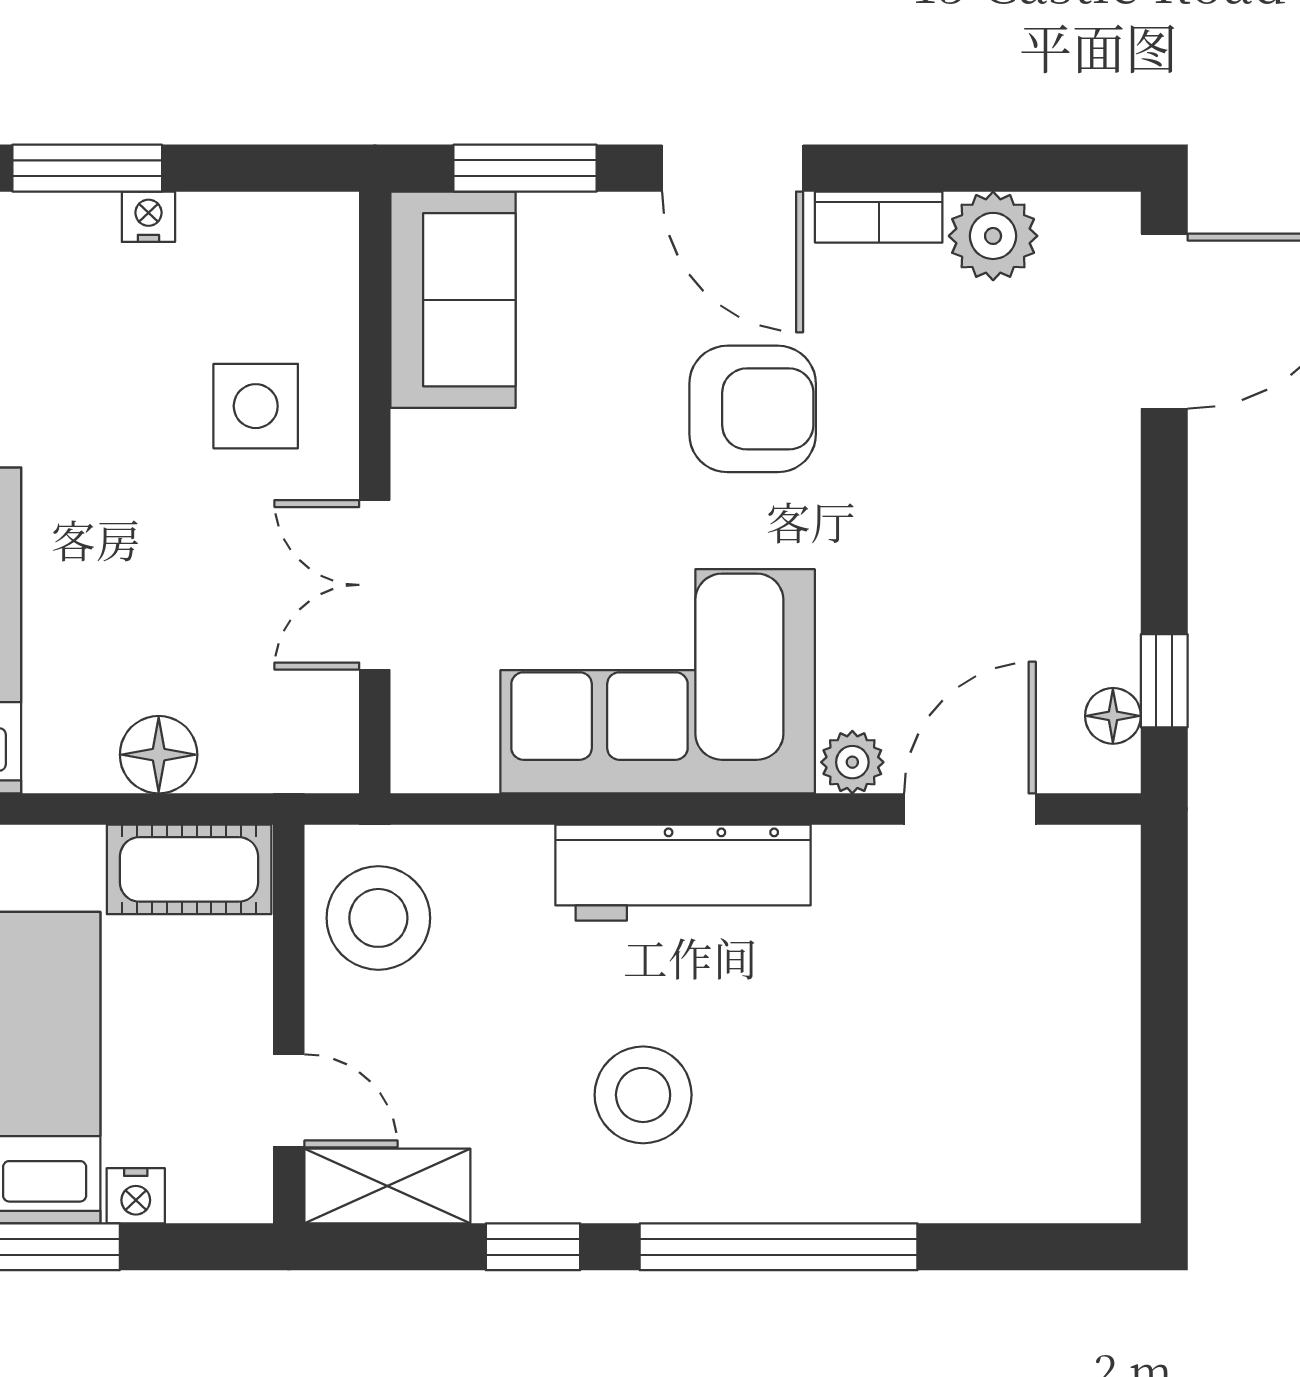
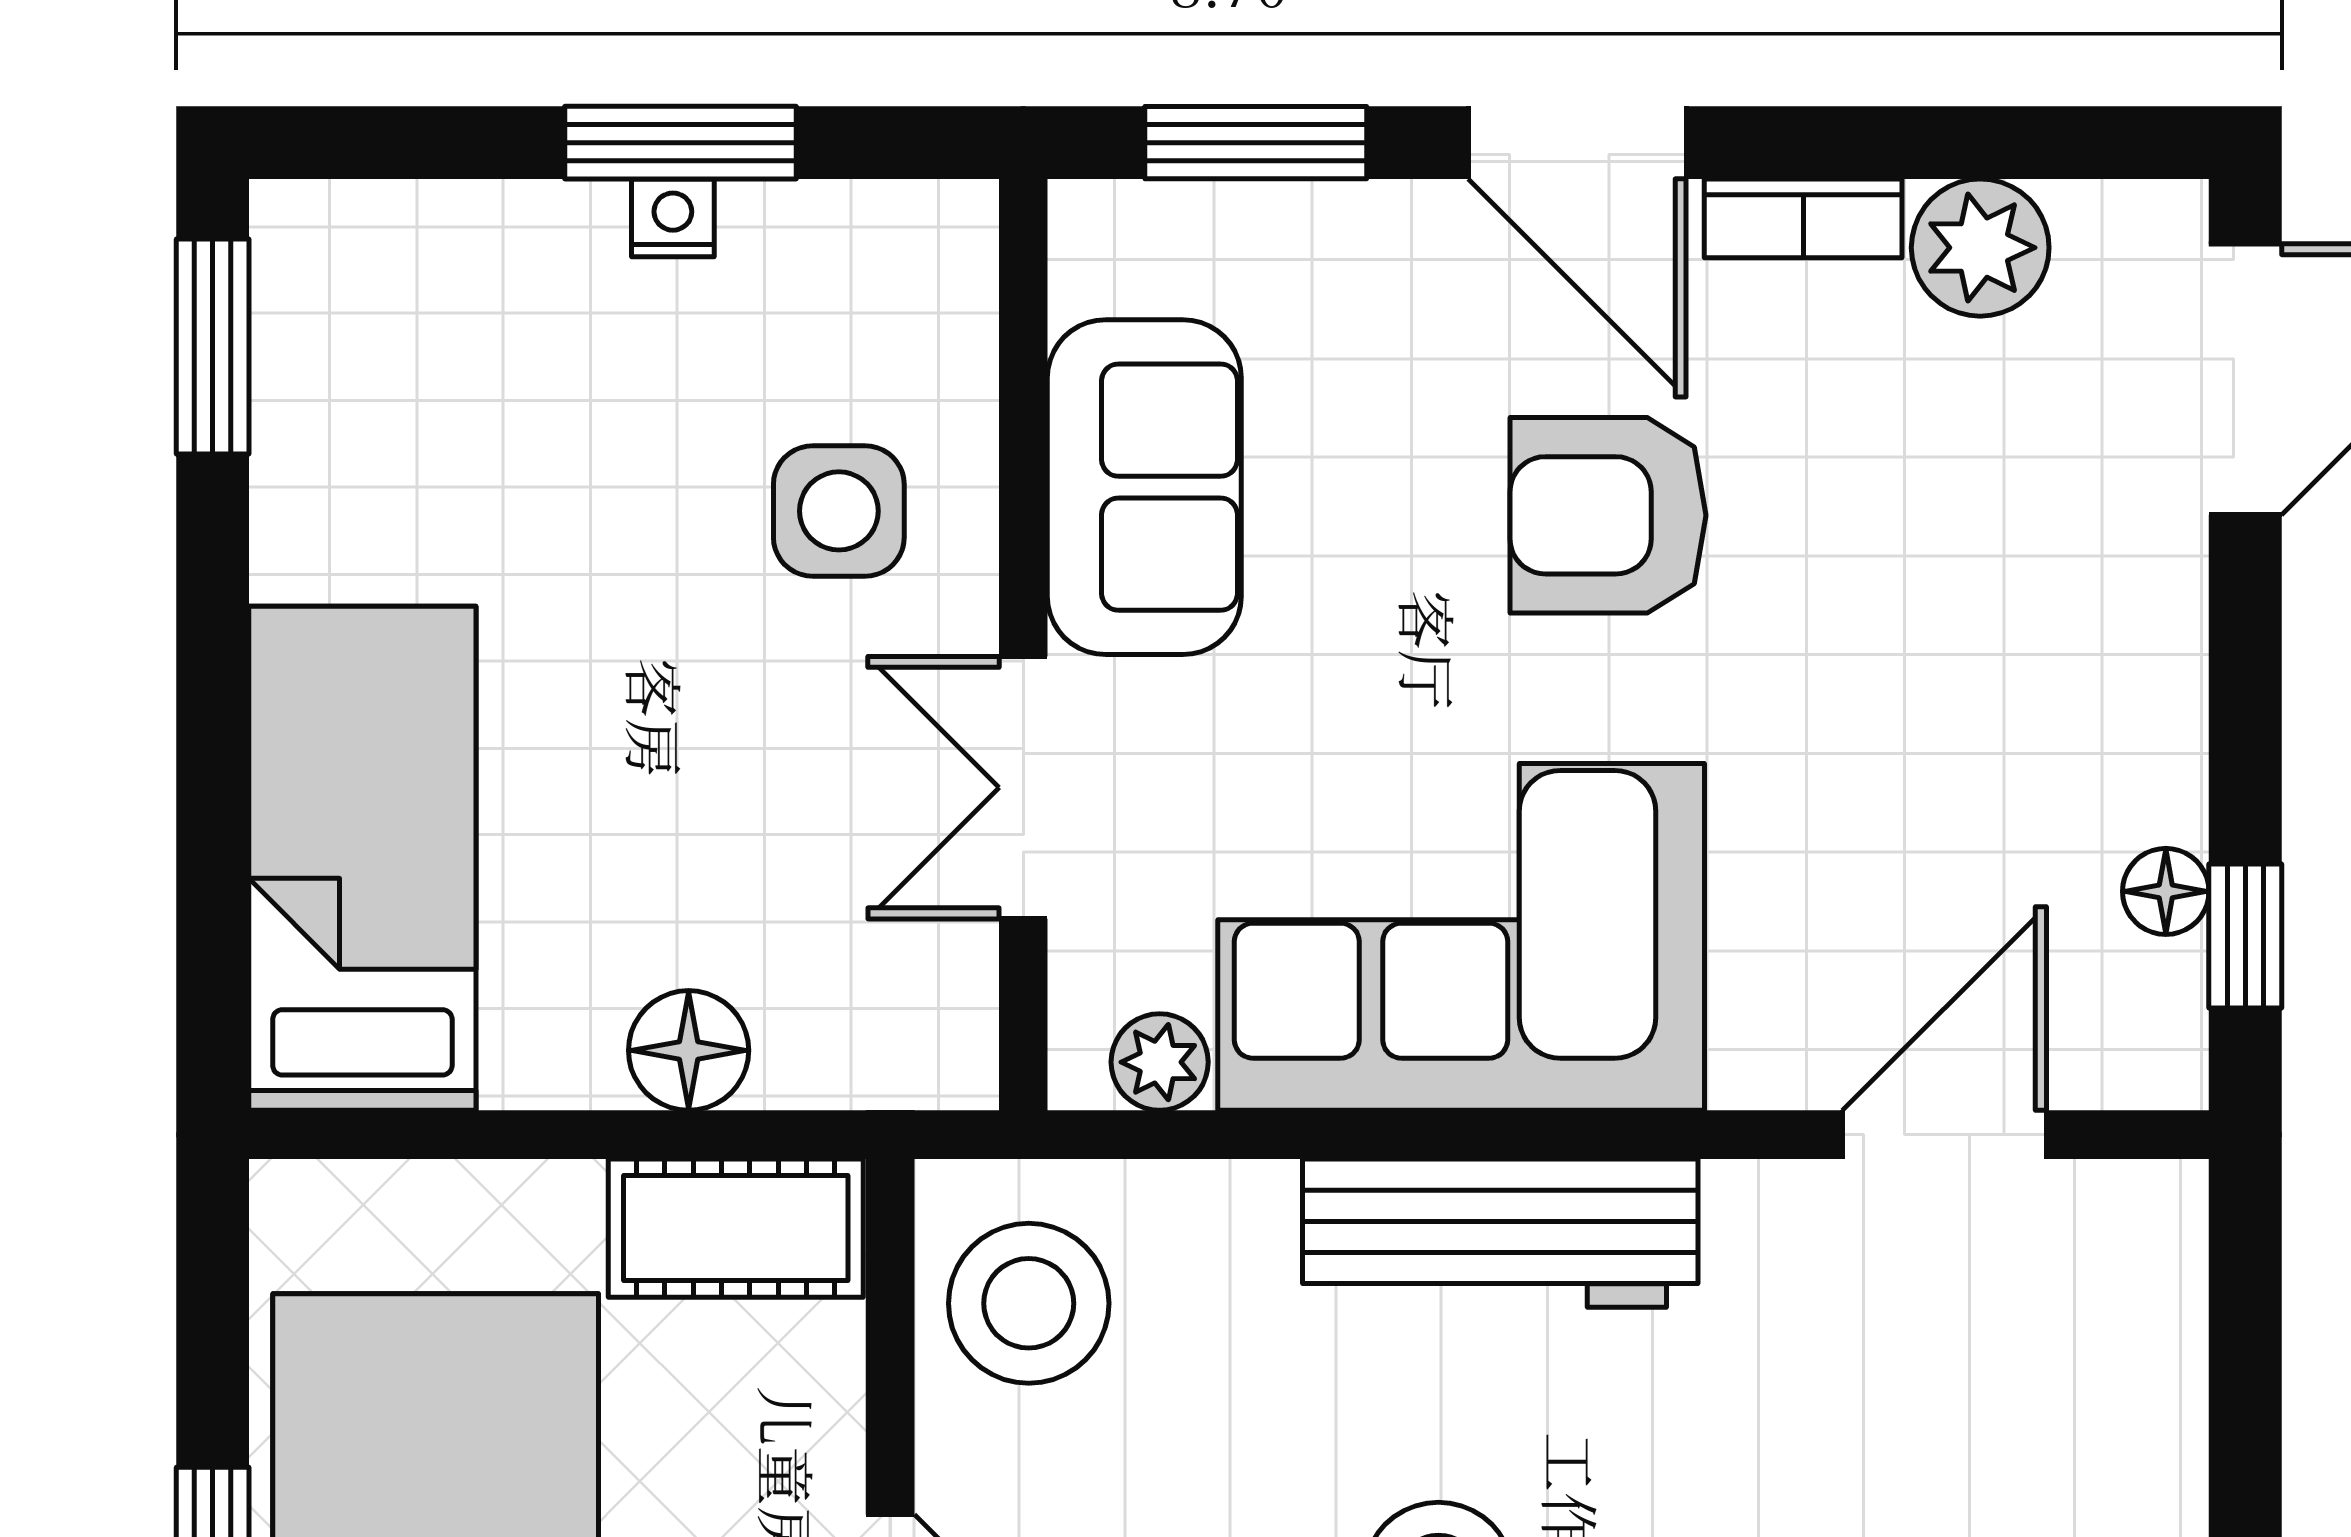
window: (87, 168) -> (681, 143), moved
sofa: (453, 300) -> (1144, 487), moved
armchair: (753, 409) -> (1608, 515), turned 180
floor lamp: (1113, 716) -> (2166, 891), moved
plant: (852, 762) -> (1160, 1062), moved

